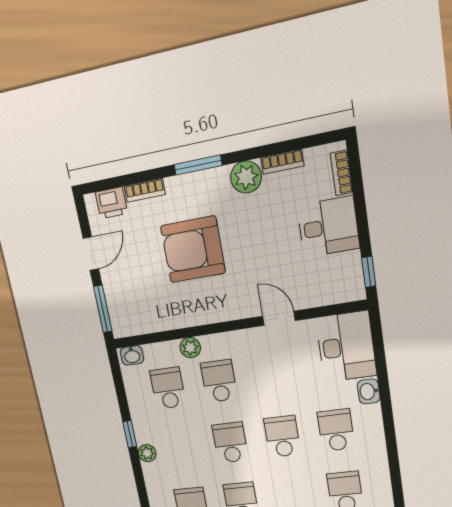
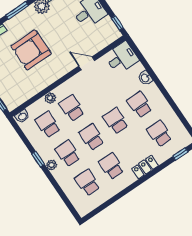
desk: (346, 347) -> (122, 58), width x0.73
school desk: (180, 448) -> (68, 153), added

